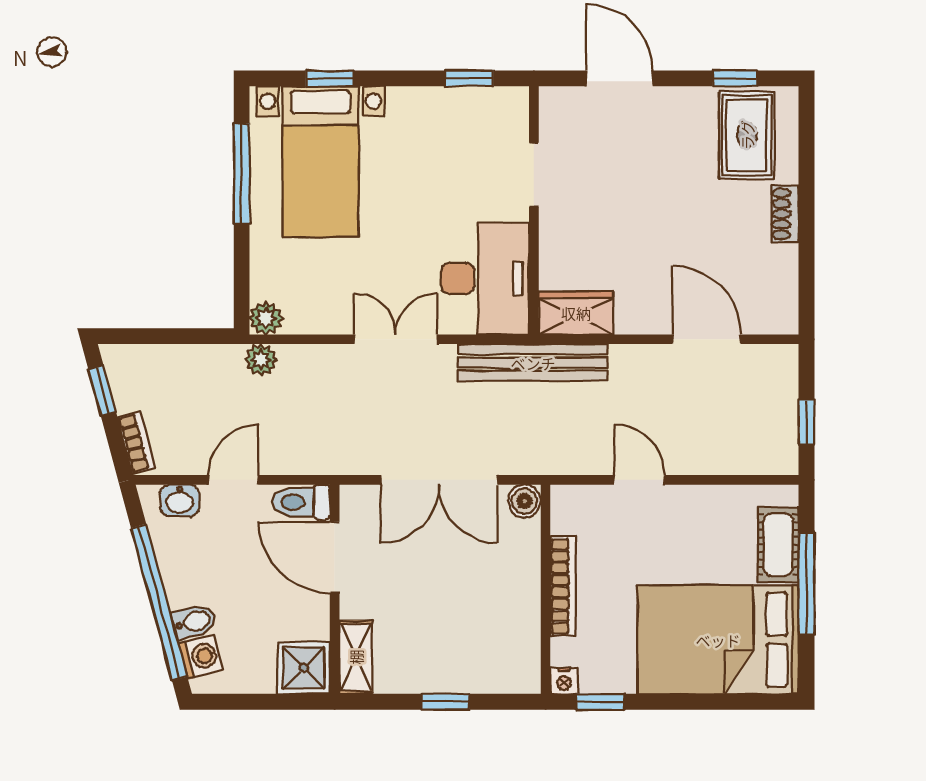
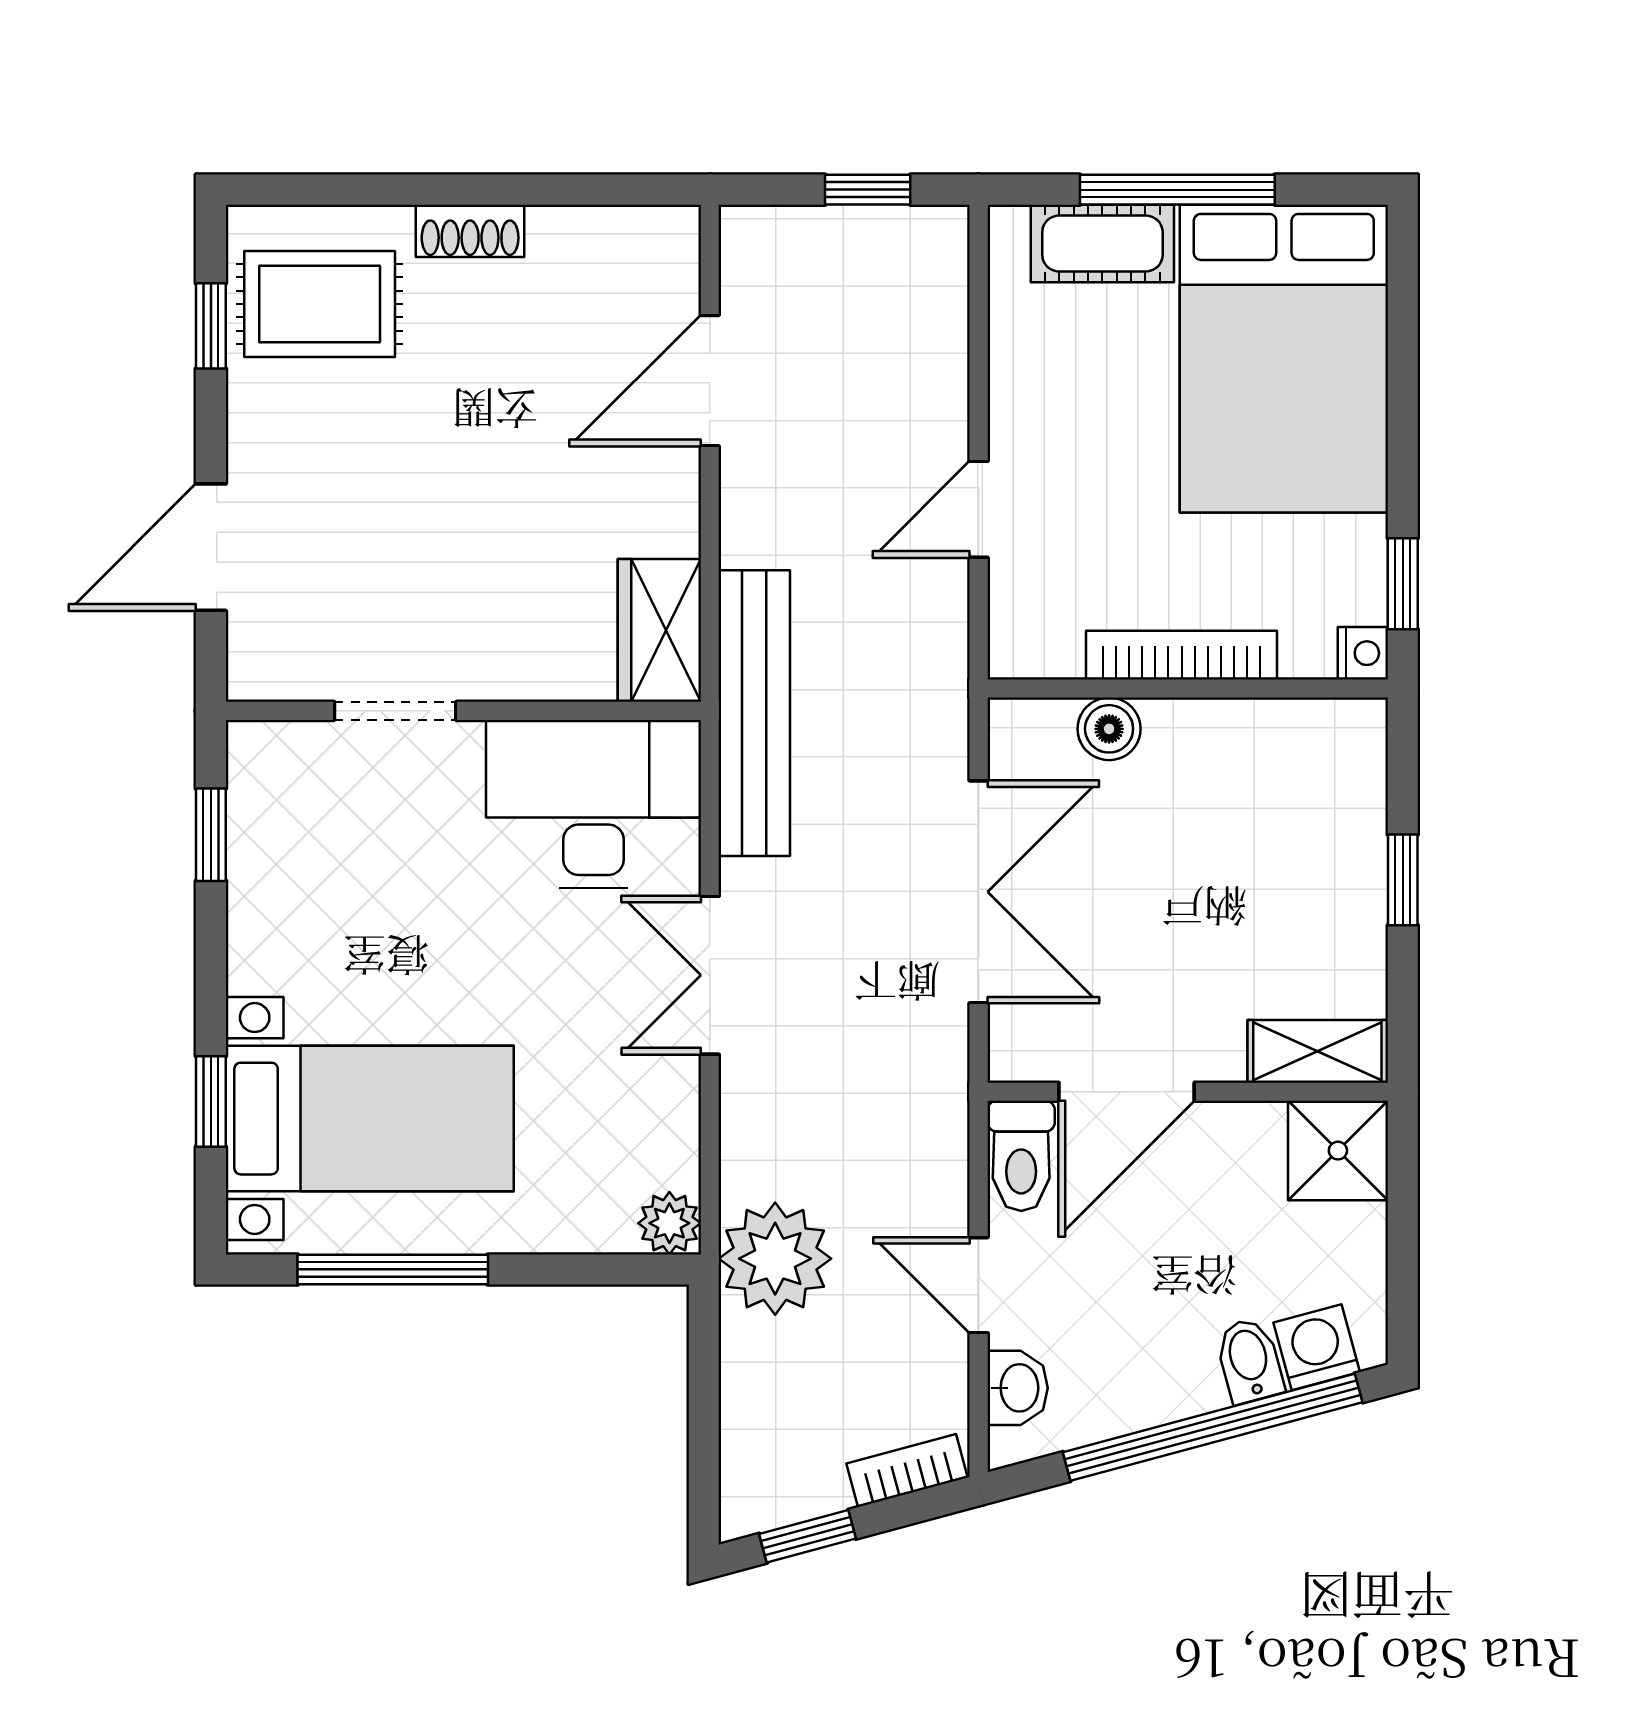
plant: (261, 360) -> (775, 1259), width x1.87, depth x1.87
boiler: (524, 501) -> (1109, 729), moved

